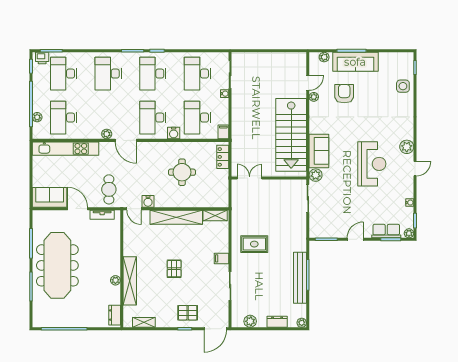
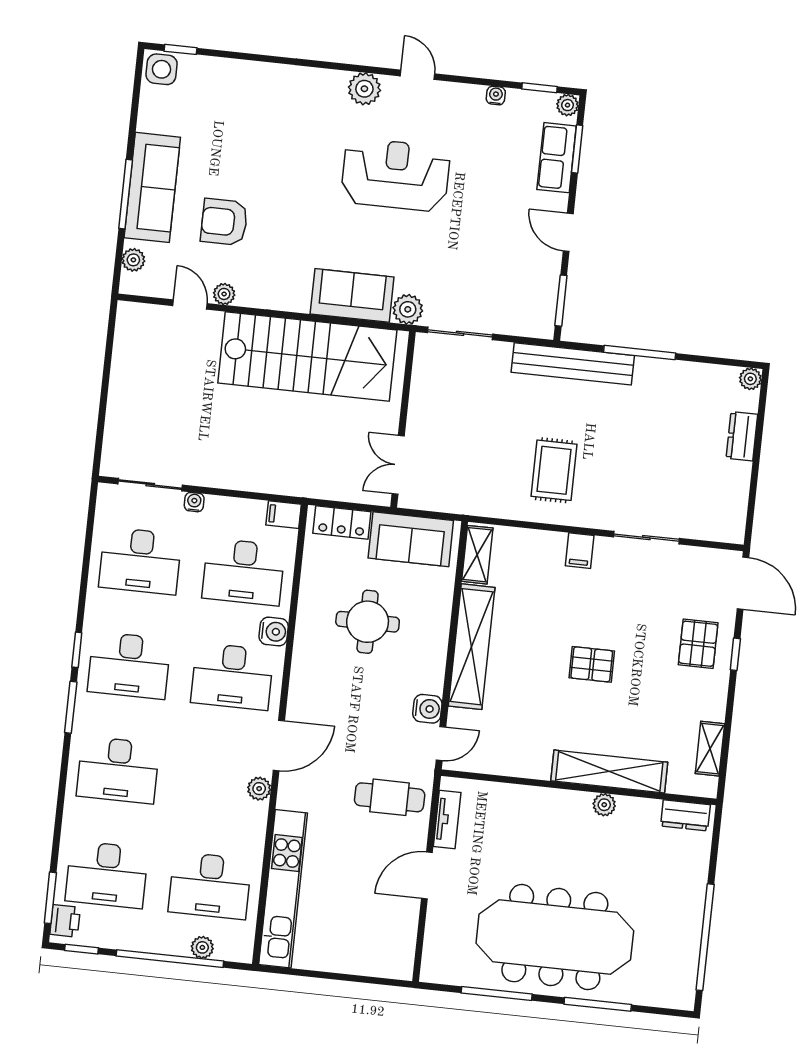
side table: (403, 86) -> (162, 69), moved
sofa: (50, 197) -> (411, 539), moved, turned -90
bench: (300, 278) -> (573, 364), moved
plant: (250, 321) -> (734, 499), removed

